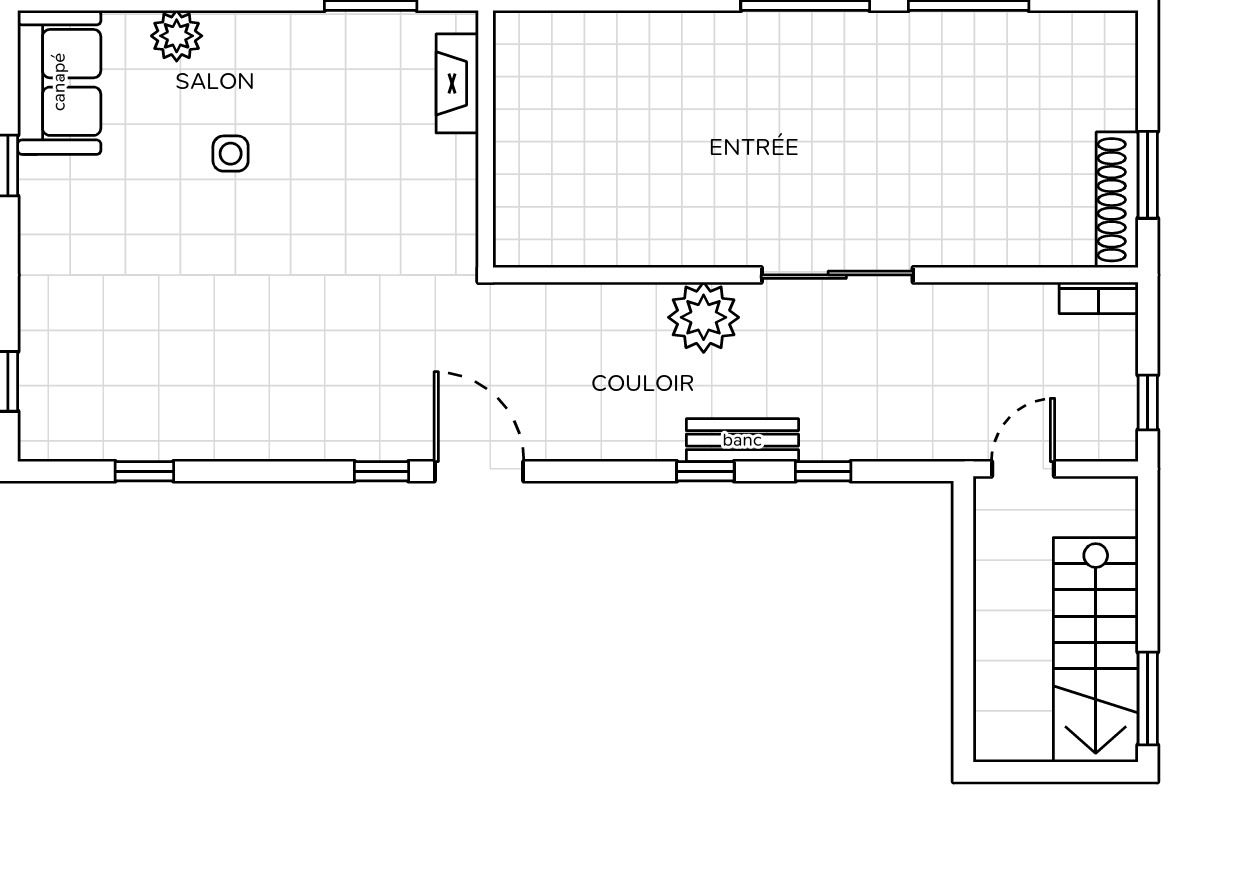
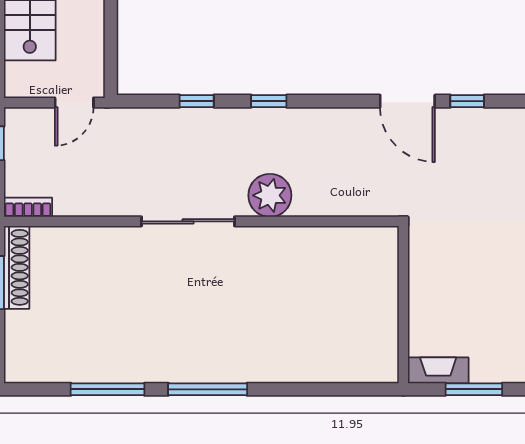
fireplace: (457, 83) -> (438, 370), moved, turned -90
bench: (742, 440) -> (246, 120), removed

